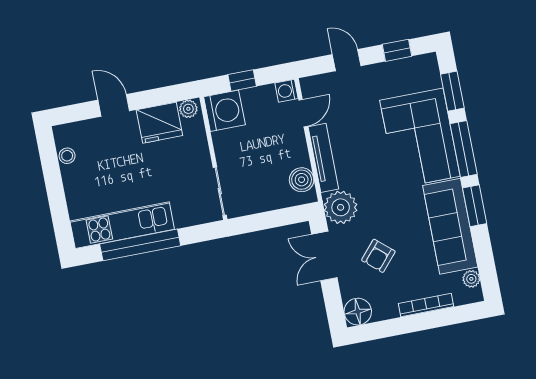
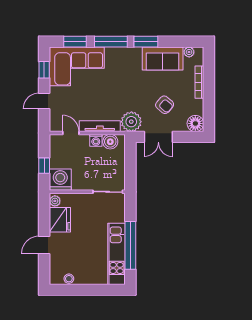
washing machine: (287, 91) -> (96, 140), moved
corner sofa: (420, 138) -> (77, 66), moved
sofa: (450, 226) -> (163, 58), width x0.73

